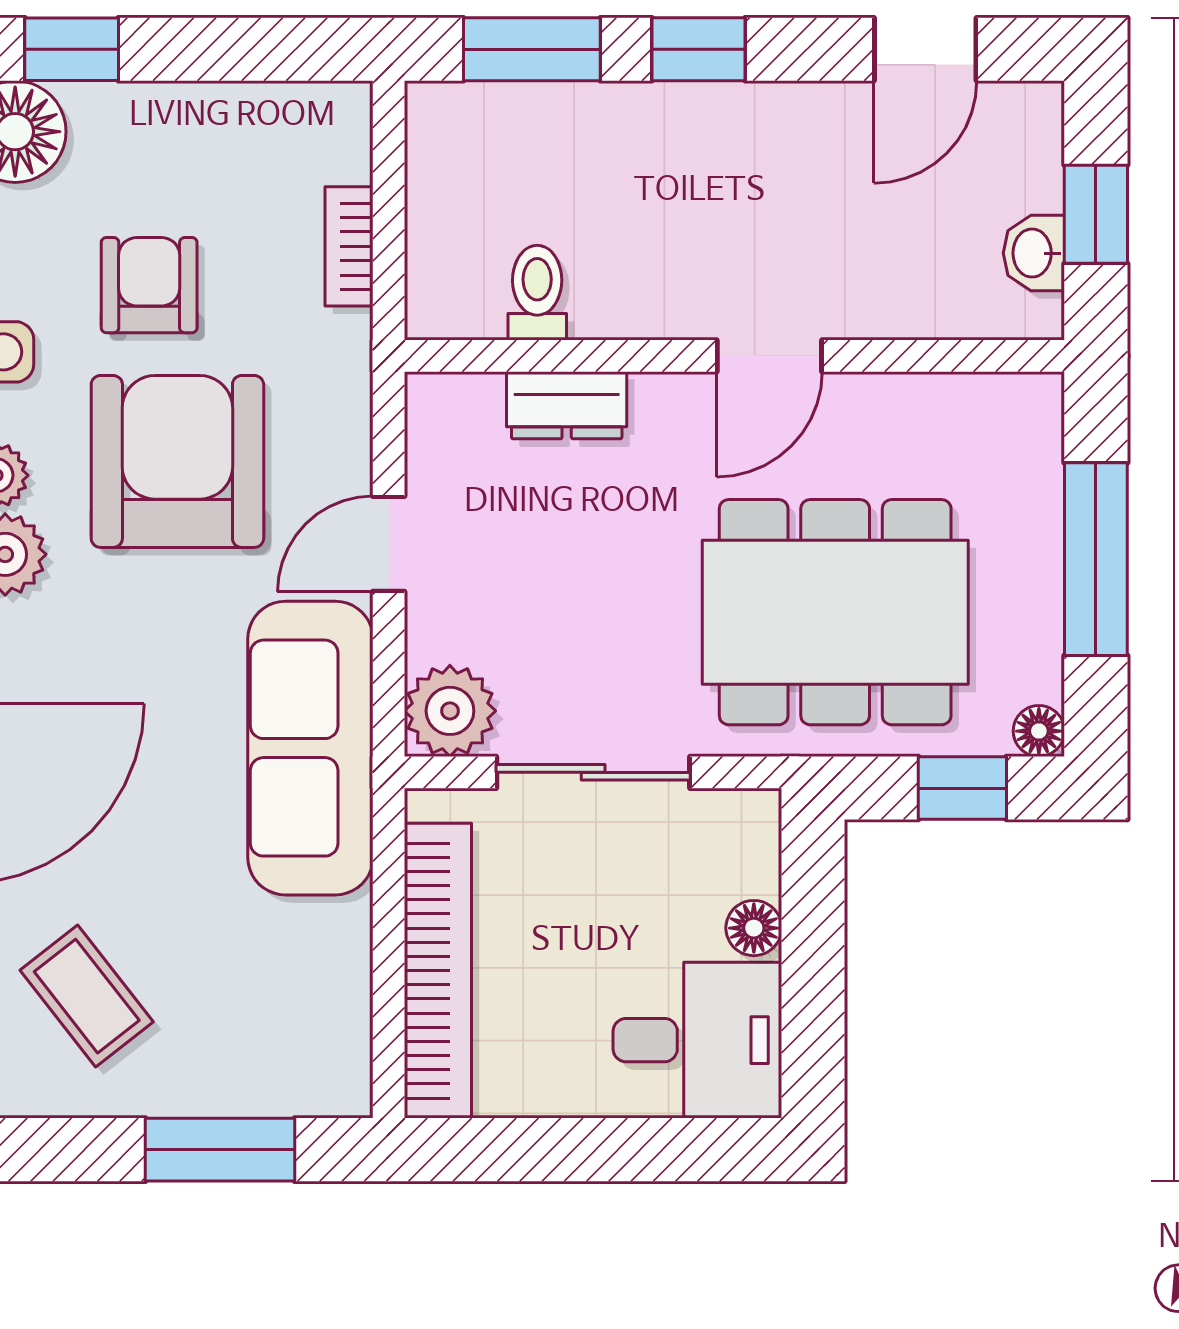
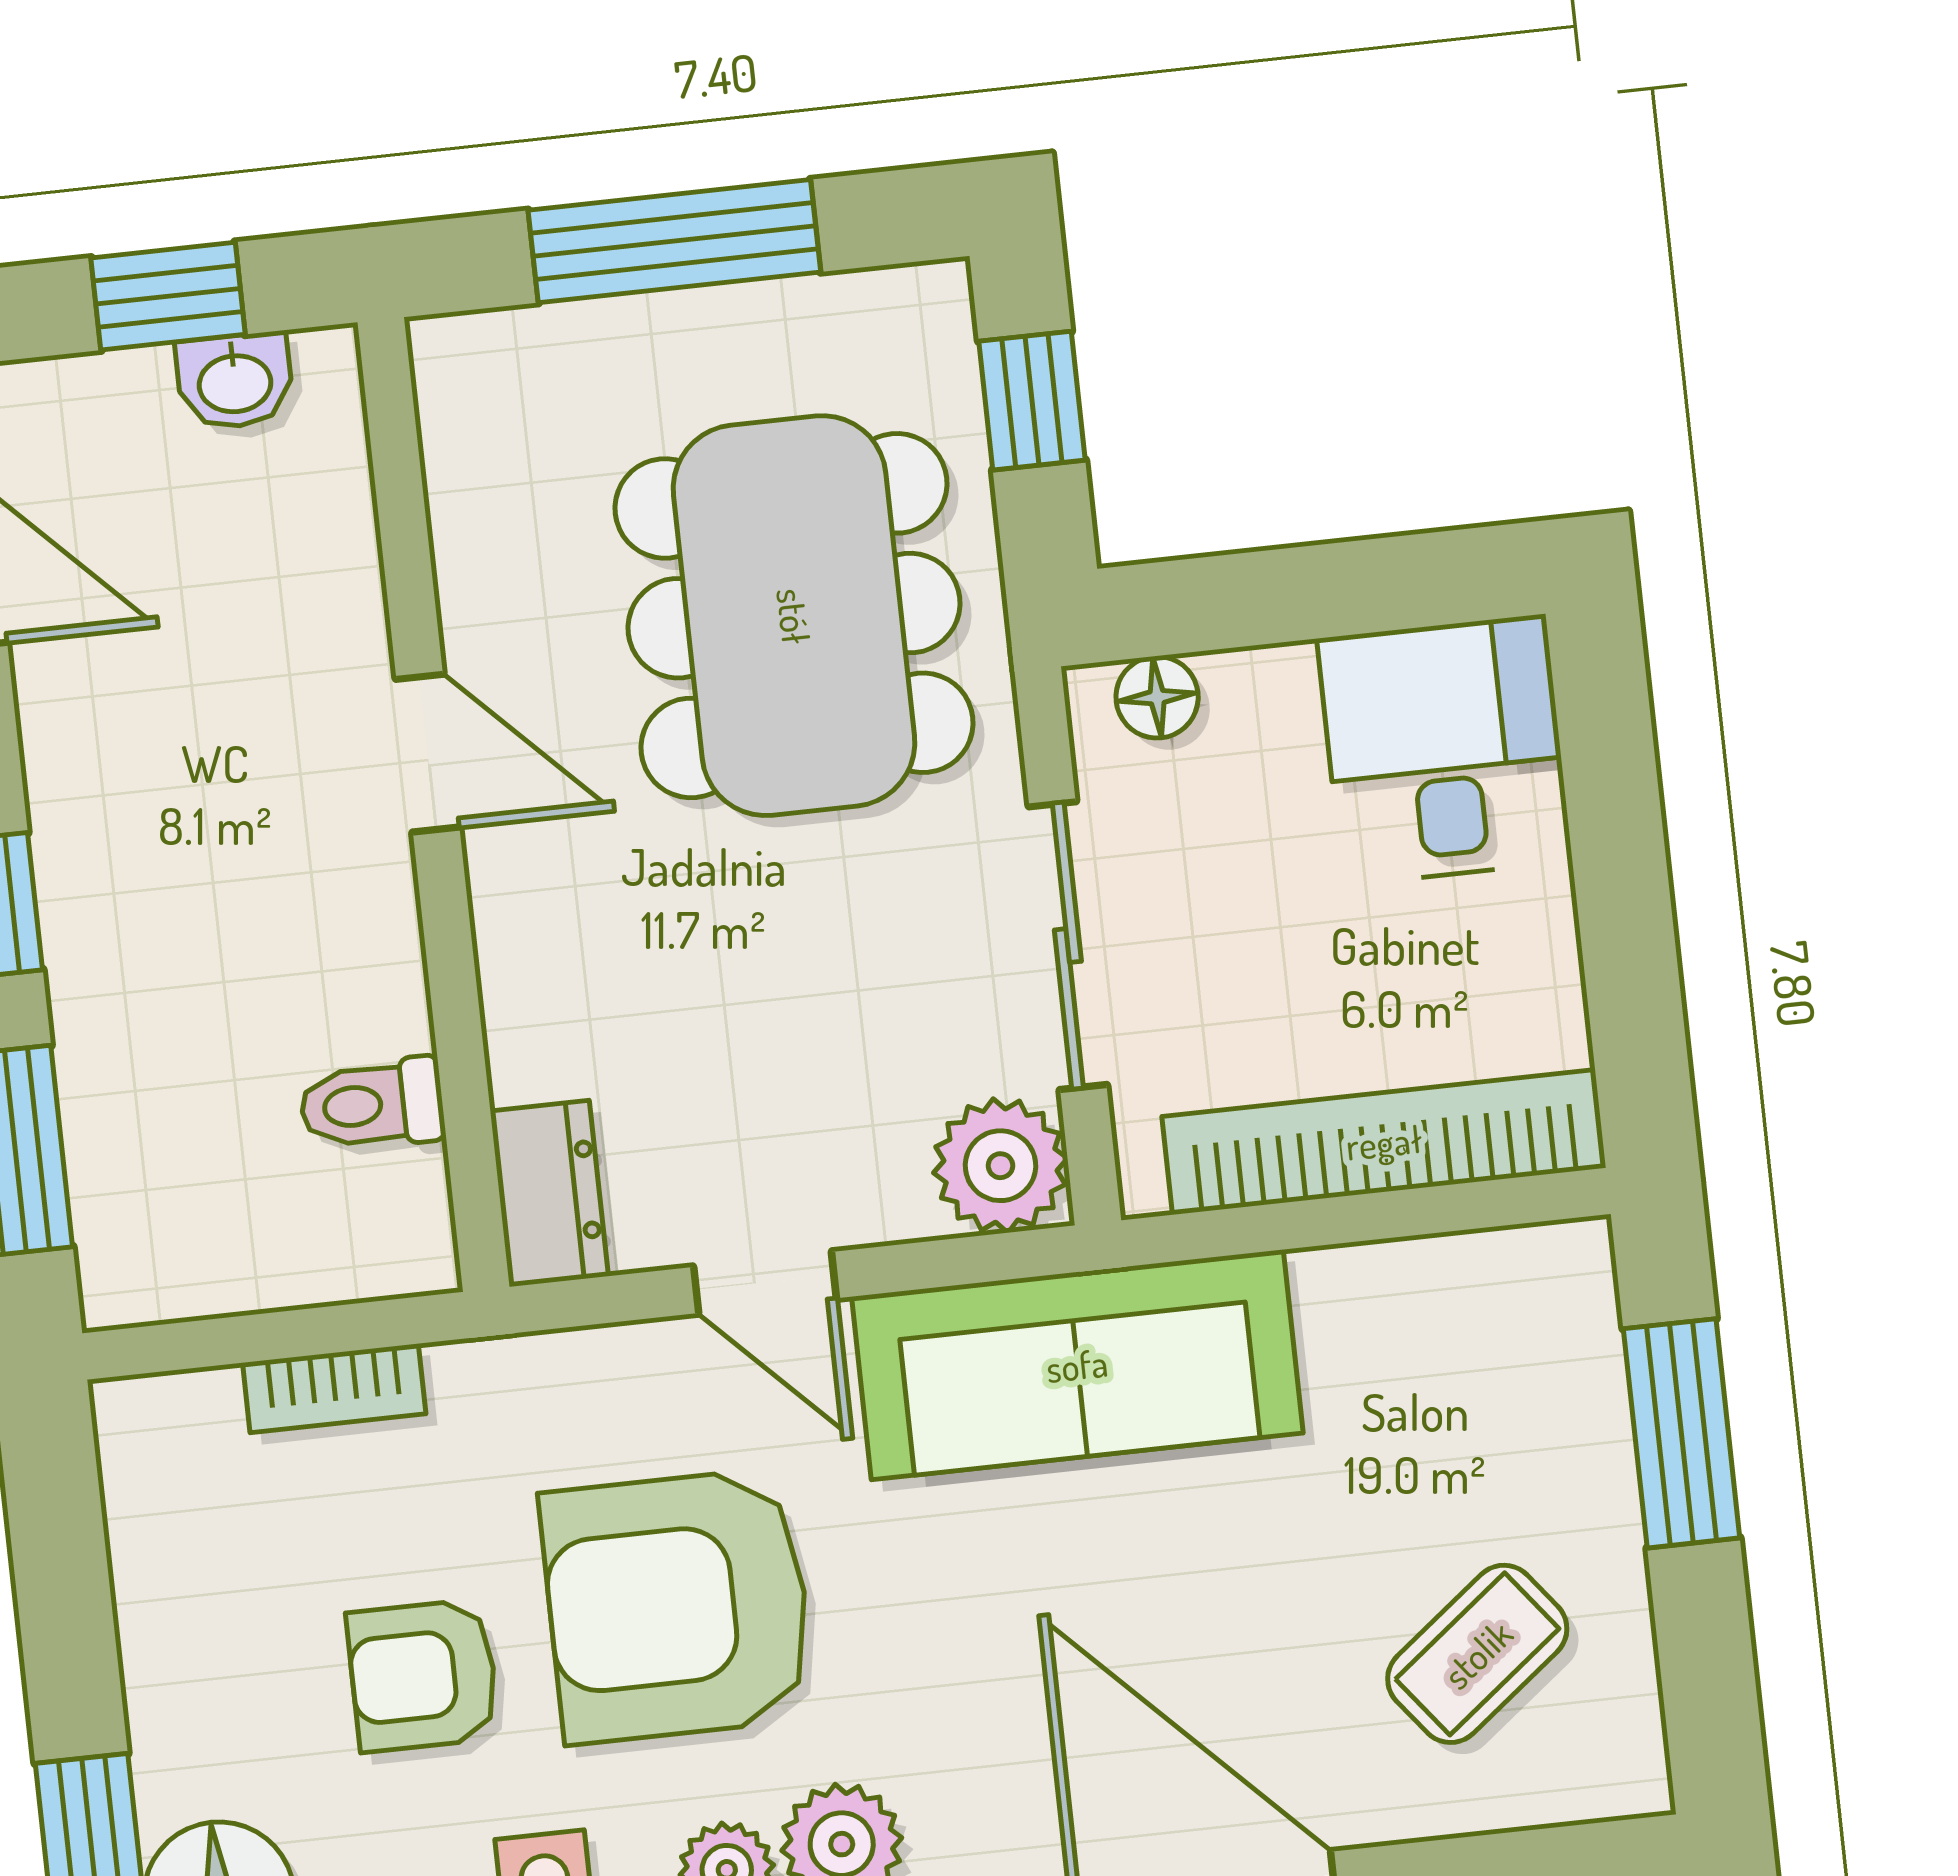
dresser: (567, 405) -> (549, 1194), moved
floor lamp: (1039, 731) -> (936, 297), removed
floor lamp: (754, 928) -> (1157, 697), moved

